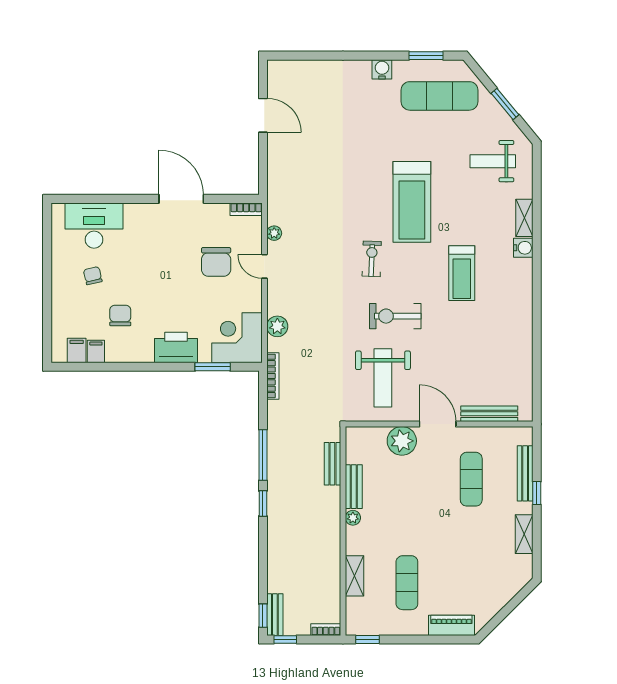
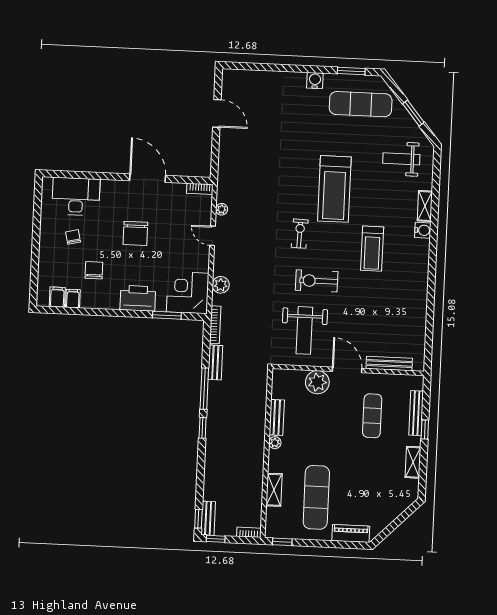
chair: (216, 262) -> (135, 233), moved
bench: (332, 464) -> (215, 362), moved
exercise mat: (407, 583) -> (316, 497), width x1.36, depth x1.45

